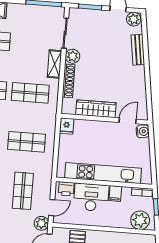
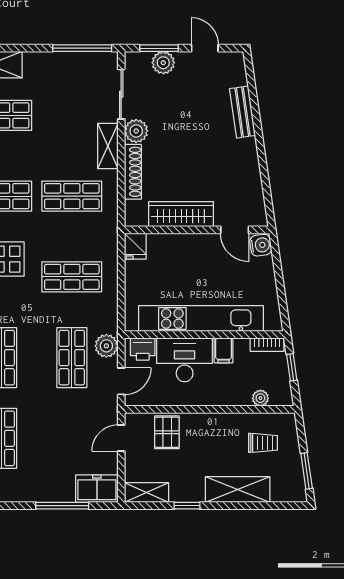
plant: (134, 19) -> (163, 63), moved
door: (128, 121) -> (235, 230), swing flipped
plant: (140, 220) -> (260, 398), width x0.53, depth x0.53
plant: (41, 223) -> (106, 346), moved

